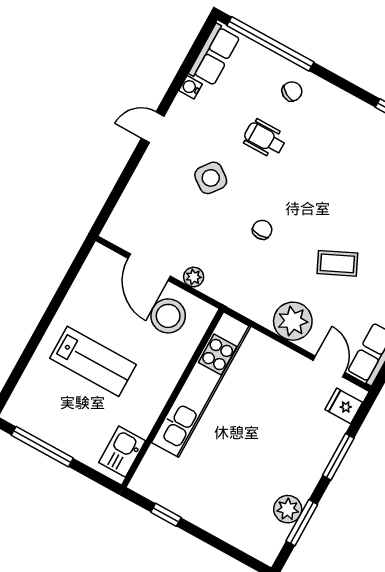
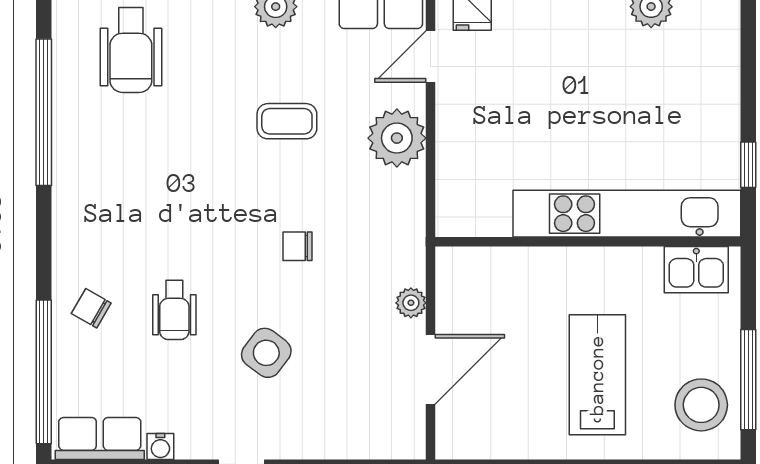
coffee table: (337, 263) -> (287, 121), turned -65
stool: (168, 316) -> (701, 405), moved
kitchen unit: (201, 385) -> (627, 214), moved

